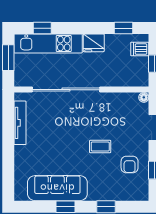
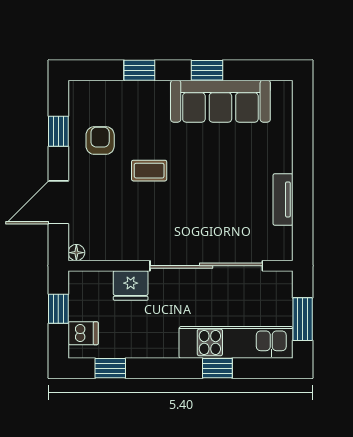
window: (42, 28) -> (217, 368), moved
fridge: (94, 43) -> (131, 285), moved, turned 180
tv unit: (20, 123) -> (283, 199), width x0.71

